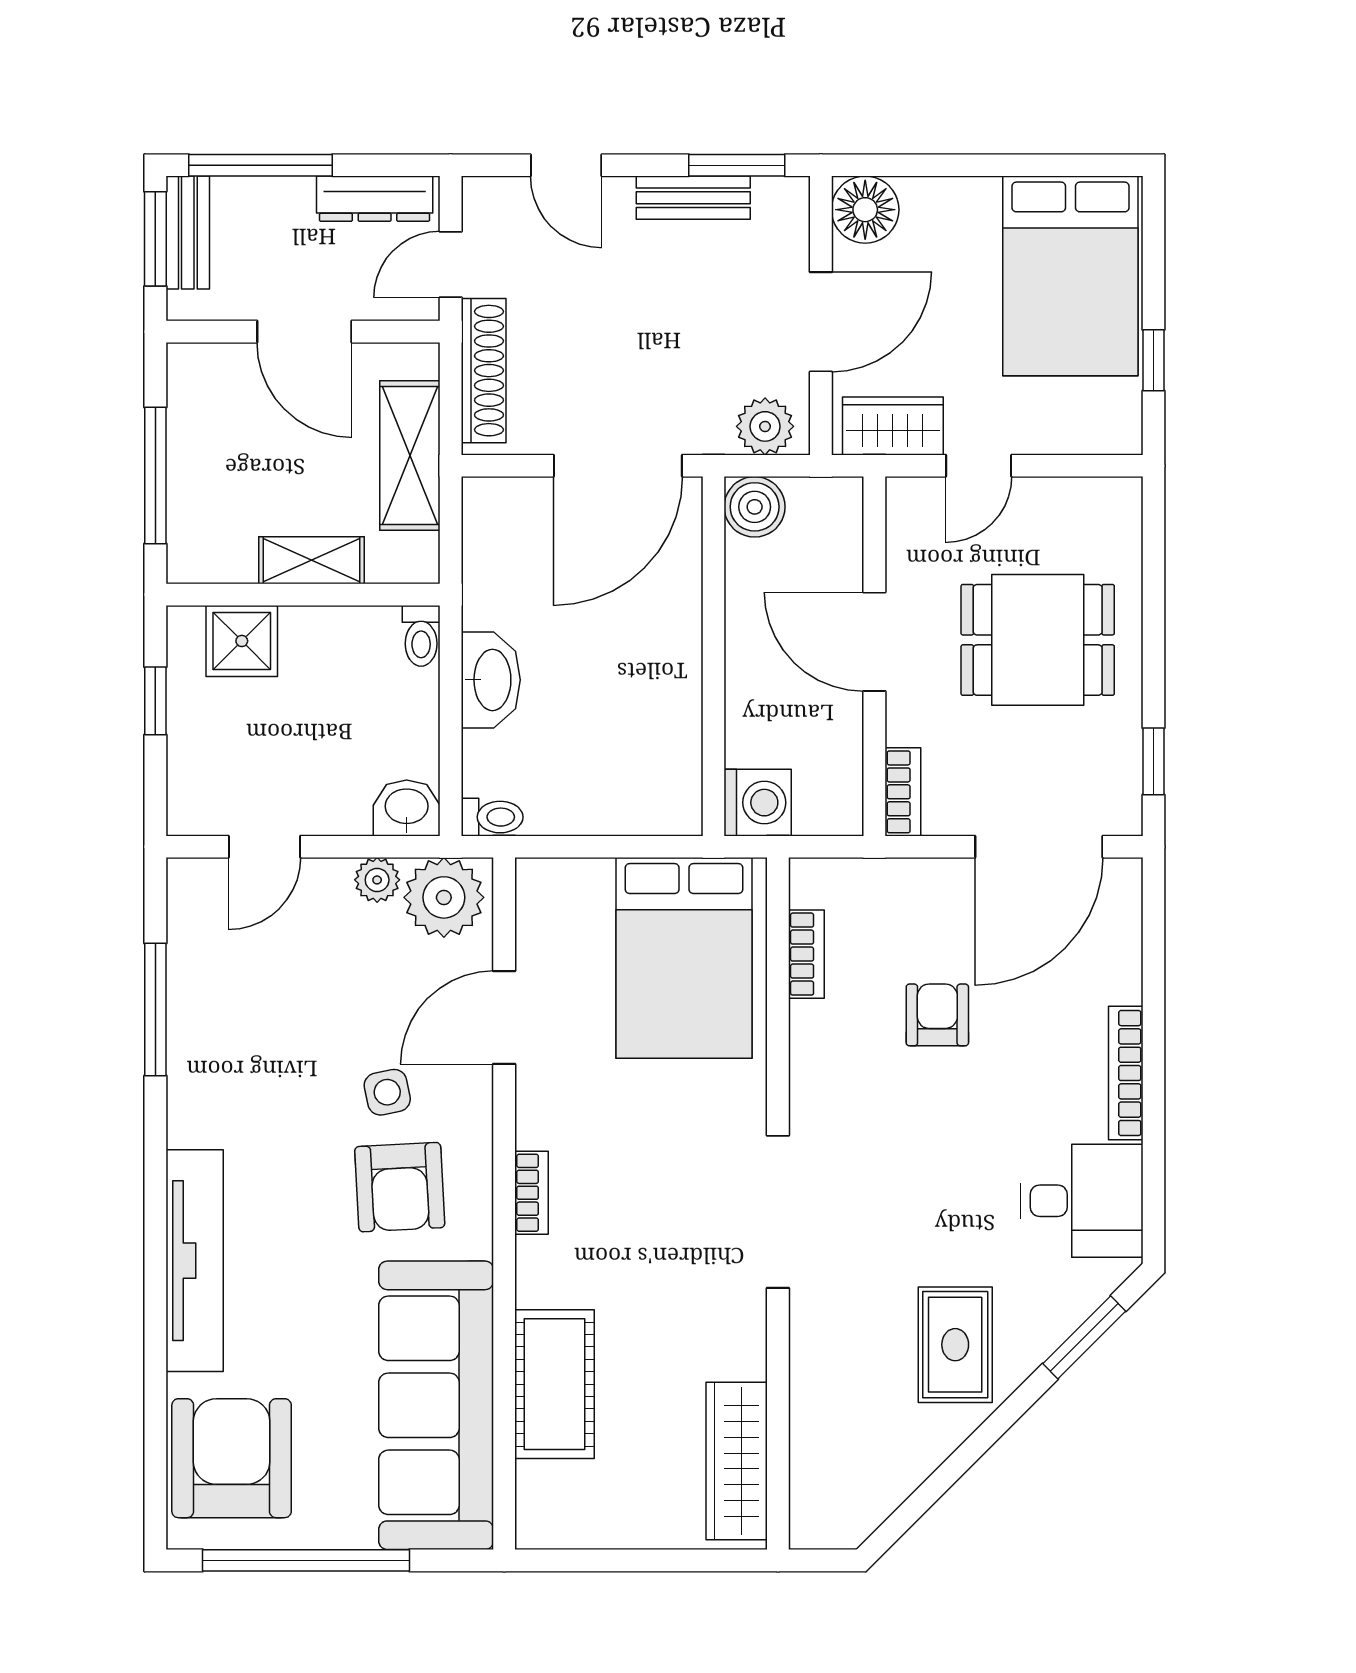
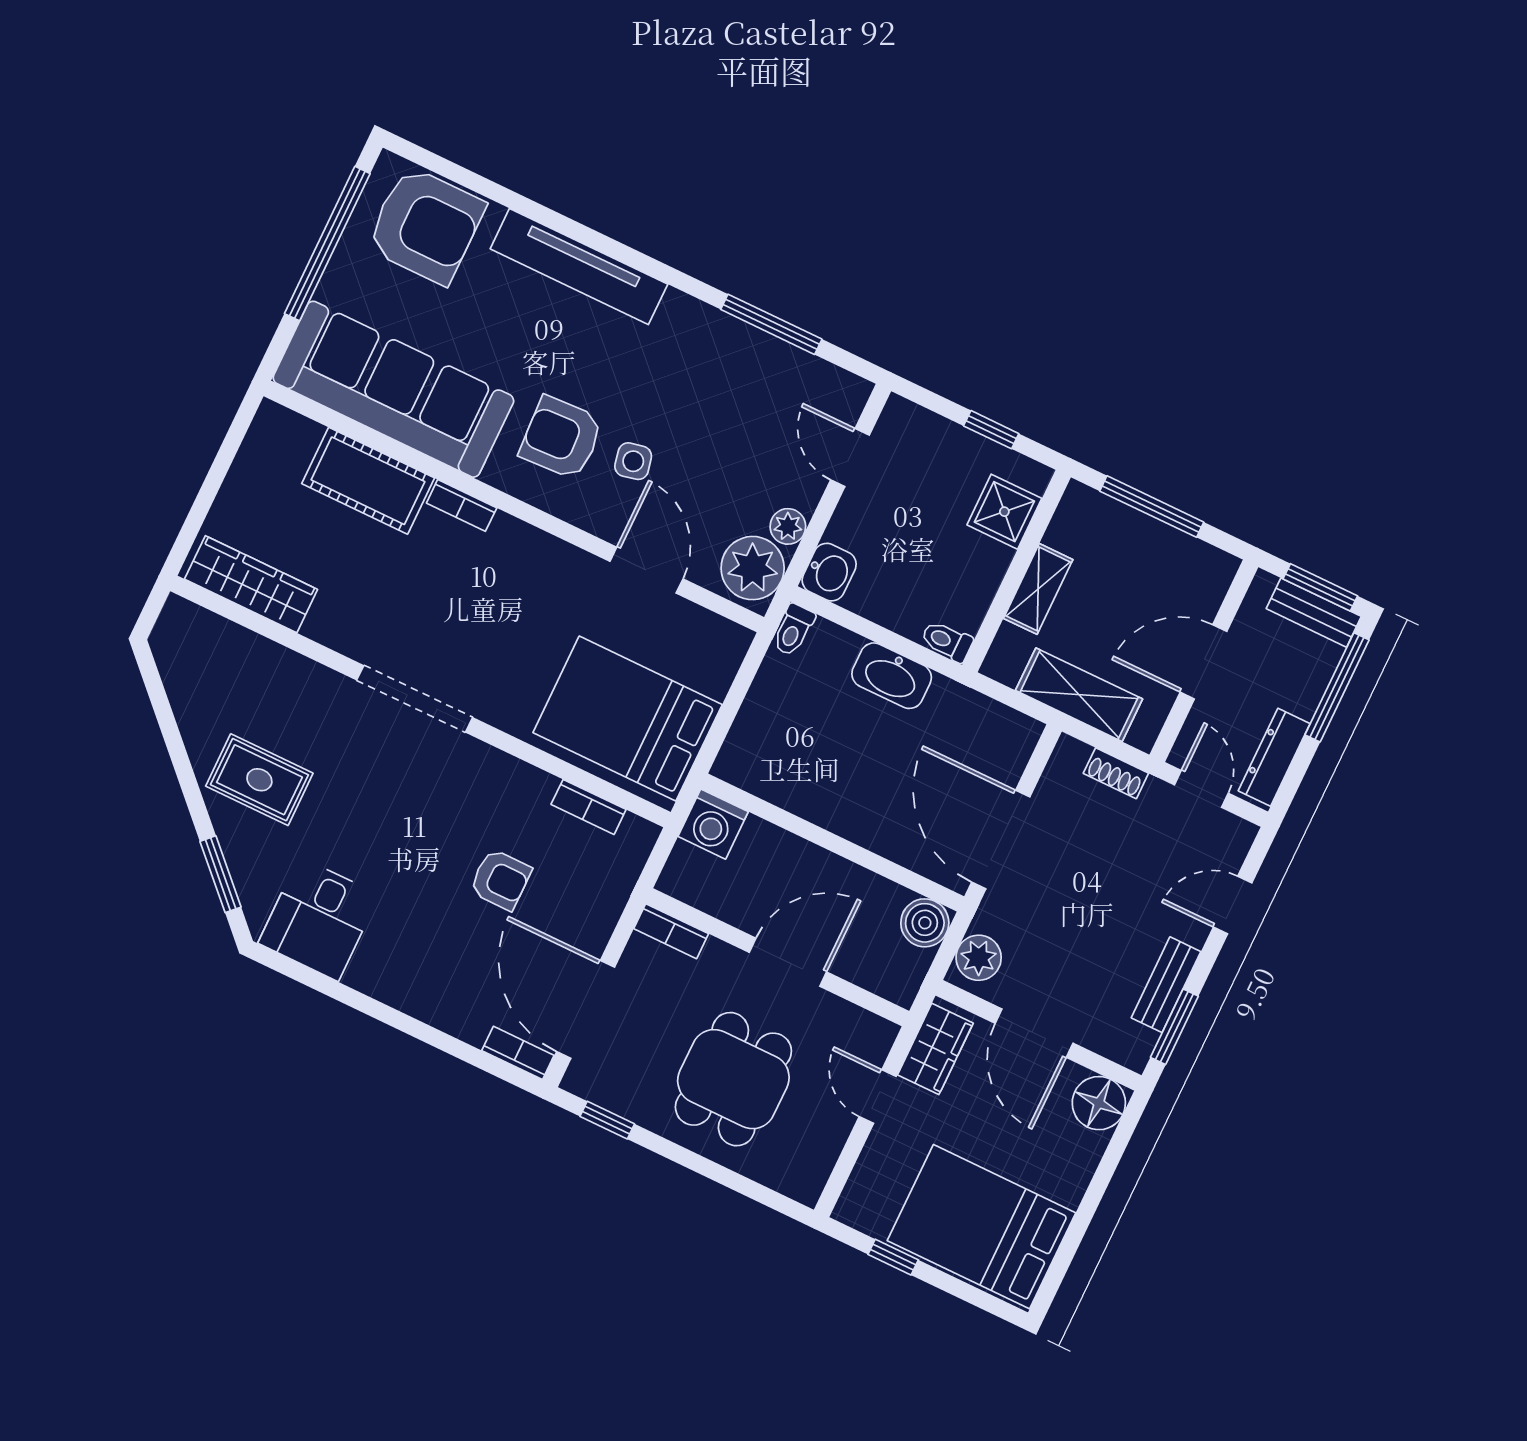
shoe rack: (484, 371) -> (1116, 773), width x0.51, depth x0.81
bookcase: (1126, 1073) -> (518, 1053), moved, width x0.64
bookcase: (532, 1193) -> (462, 505), moved

